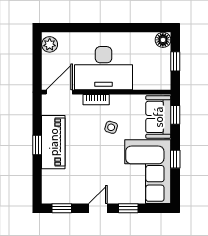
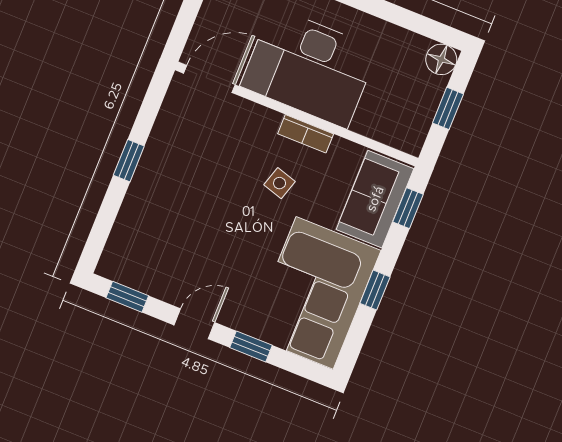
bookcase: (96, 100) -> (306, 134), moved
piano: (53, 142) -> (161, 167), removed

